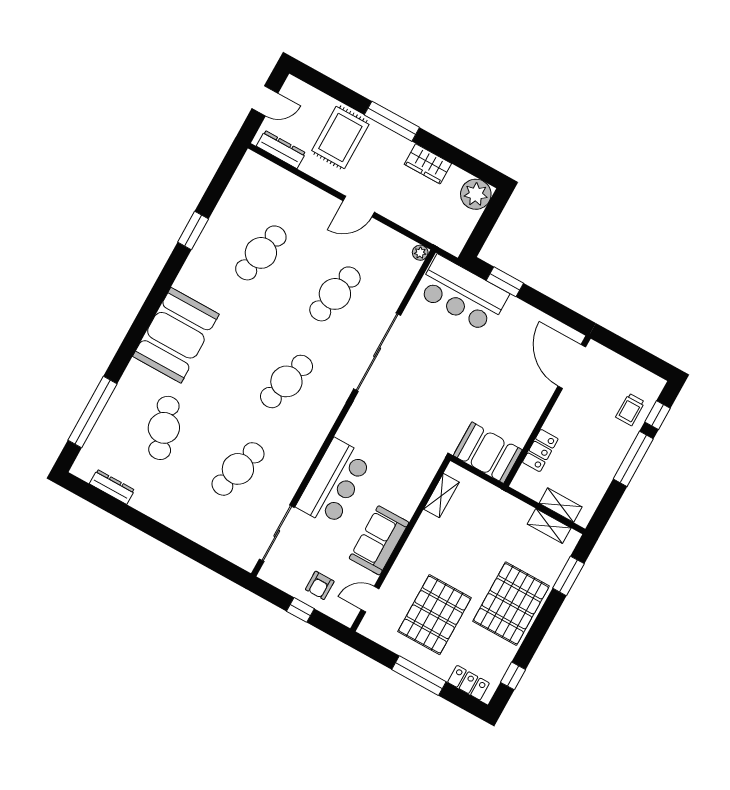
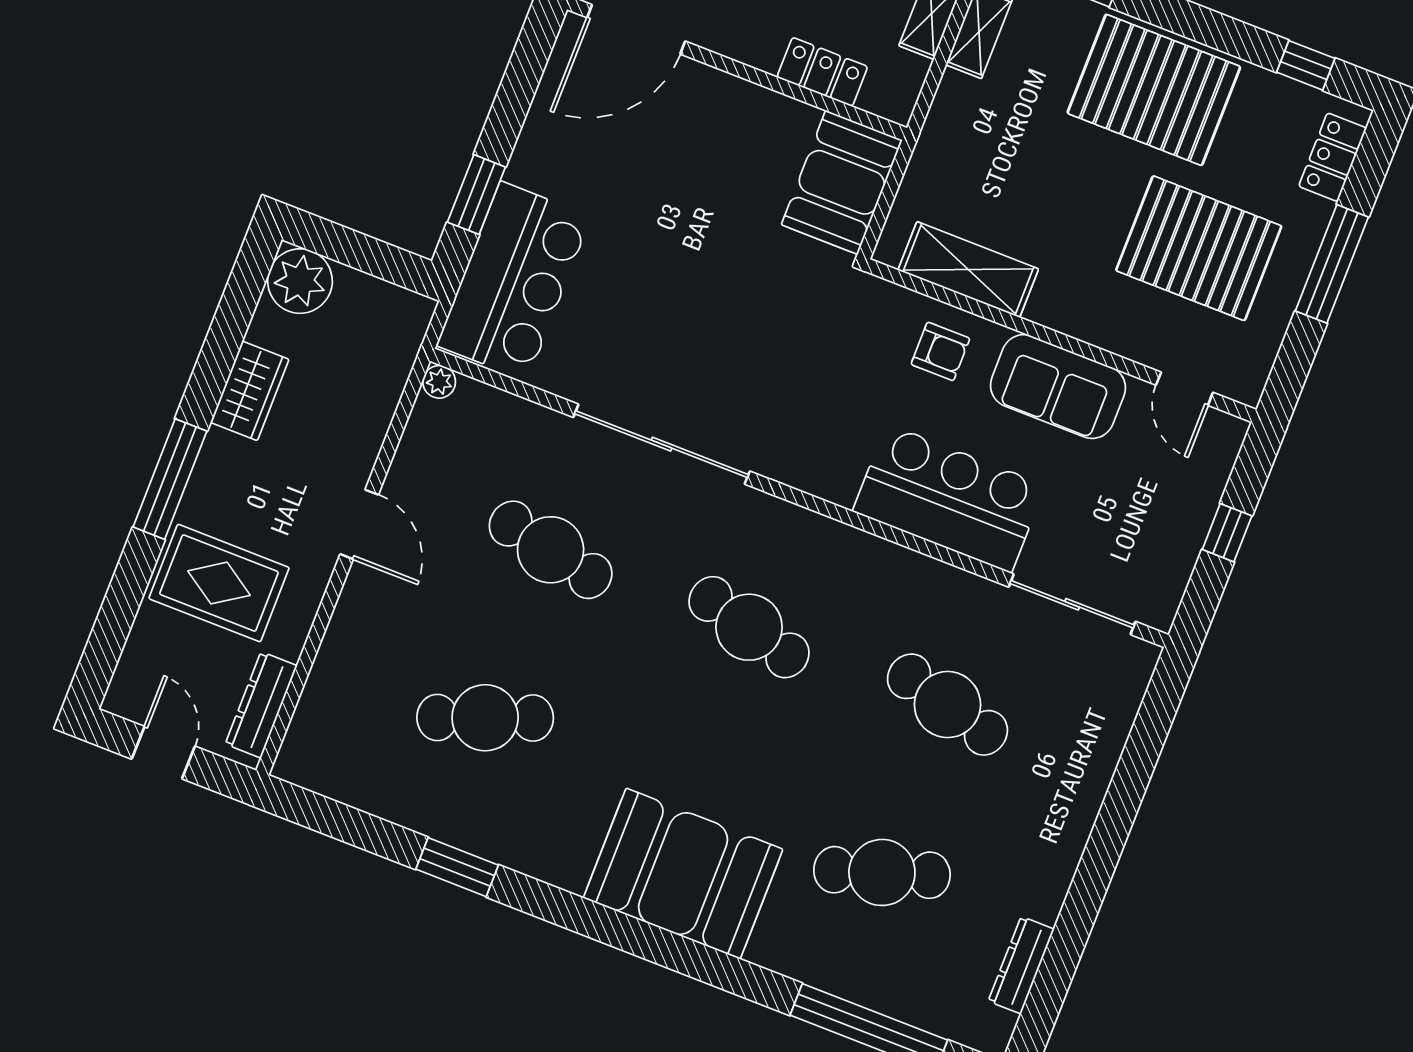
cafe table: (261, 253) -> (485, 718), turned -33
shelving: (441, 496) -> (968, 270), width x1.50, depth x1.33
armchair: (320, 585) -> (940, 351), moved

